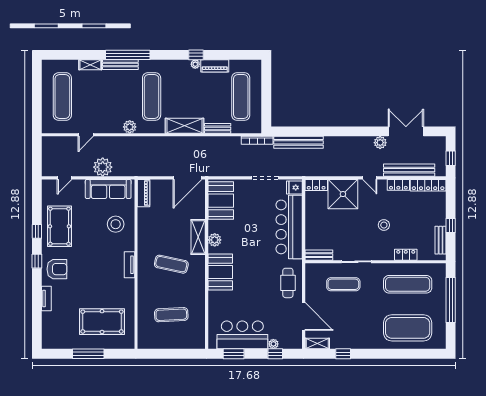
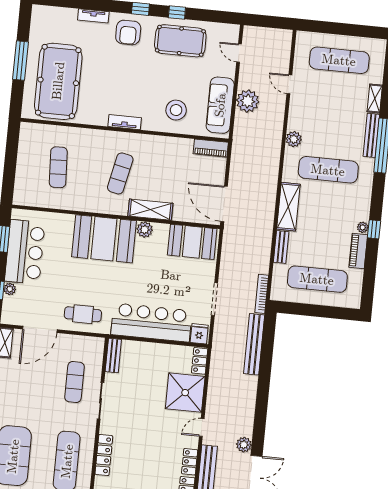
stool: (384, 225) -> (142, 439), removed
locker: (406, 255) -> (104, 455), width x1.53
booth: (220, 272) -> (104, 239), width x1.36, depth x1.42
pool table: (102, 322) -> (58, 81), width x1.36, depth x1.32

